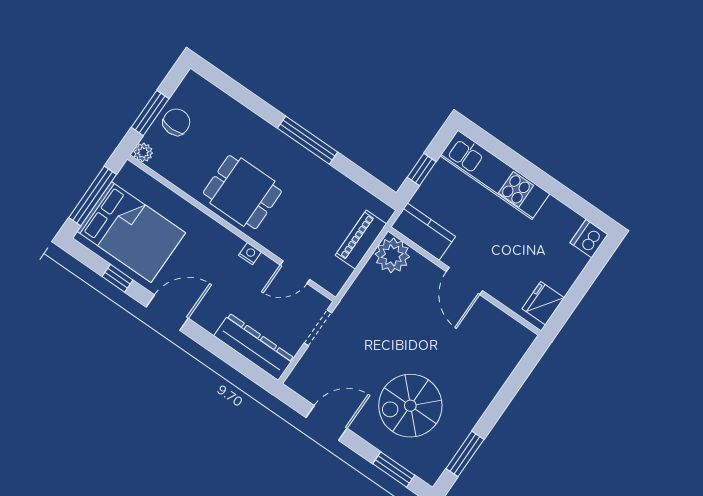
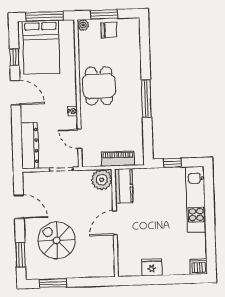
kitchen counter: (423, 232) -> (124, 186), moved
plant: (392, 255) -> (102, 180), moved
door: (464, 281) -> (115, 223), moved
wall: (464, 281) -> (115, 223), moved

